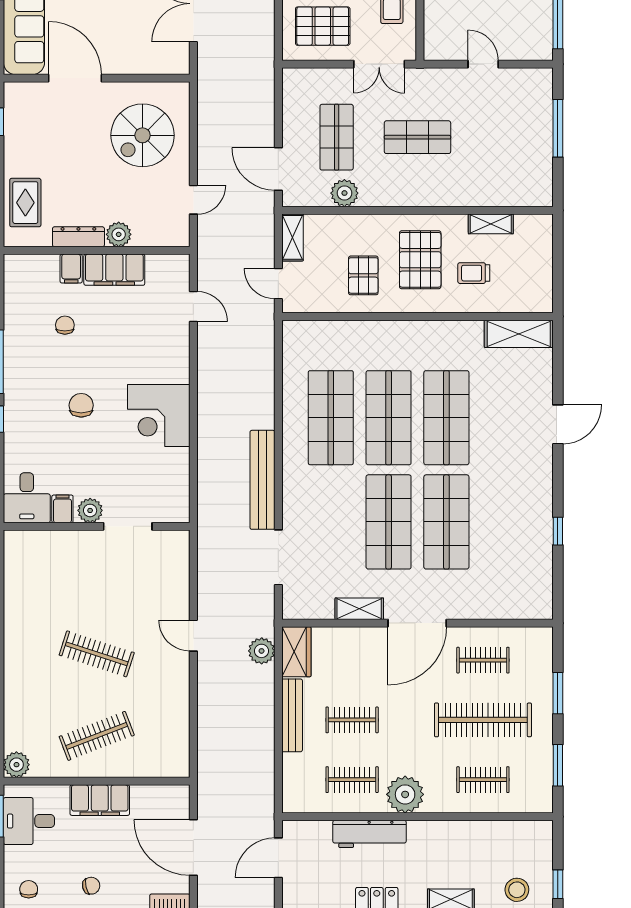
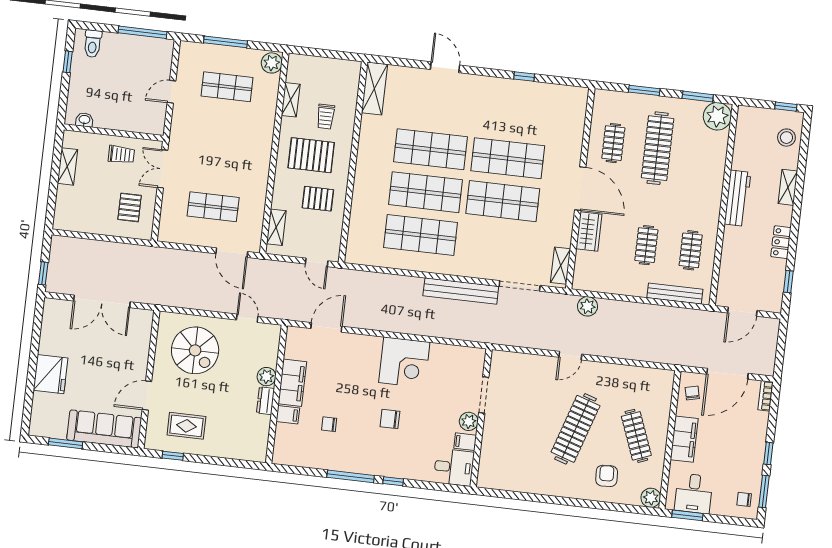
pallet: (323, 26) -> (130, 207), width x0.67, depth x0.71
double door: (379, 64) -> (163, 169), swing flipped
door: (75, 78) -> (147, 396), width x0.73
shop shelf: (417, 137) -> (227, 87), moved, turned 90
door: (278, 169) -> (232, 253), hinge flipped
plant: (344, 193) -> (272, 63), moved
rug: (25, 203) -> (186, 426), moved
dresser: (78, 237) -> (265, 401), width x0.70
shelving: (292, 237) -> (276, 227), moved, turned 90
door: (278, 284) -> (317, 262), hinge flipped
door: (193, 307) -> (326, 327), width x1.38
shelving: (359, 609) -> (561, 266), moved
wardrobe: (296, 652) -> (589, 232), moved, turned 90
clothes rail: (97, 654) -> (576, 429), width x1.37, depth x1.31
armchair: (39, 702) -> (607, 476), added
bench: (292, 715) -> (675, 294), moved
clothes rail: (483, 780) -> (702, 153), removed
plant: (405, 794) -> (717, 116), moved
workbench: (370, 834) -> (737, 198), moved
door: (278, 858) -> (742, 312), hinge flipped
chair: (91, 886) -> (692, 393), moved

